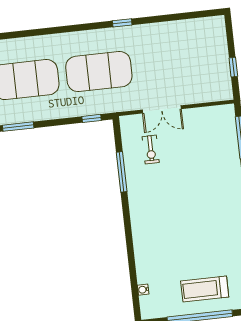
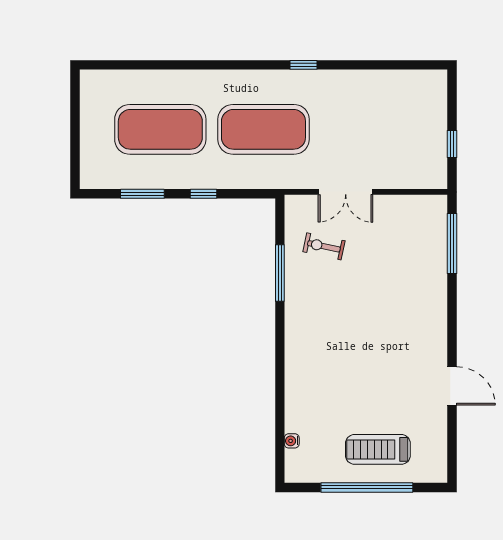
window: (92, 118) -> (203, 194), moved
exercise bike: (151, 150) -> (324, 246), turned 102

